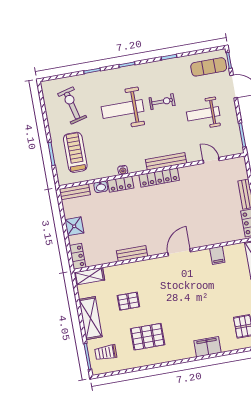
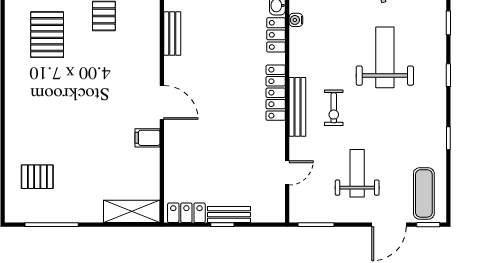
exercise bike: (162, 102) -> (334, 108), moved
water cooler: (123, 170) -> (296, 20), moved
filing cabinet: (217, 255) -> (148, 138), moved
filing cabinet: (208, 347) -> (17, 119), removed

